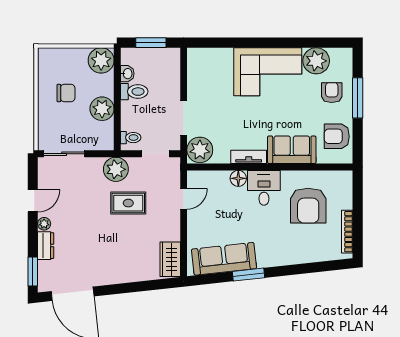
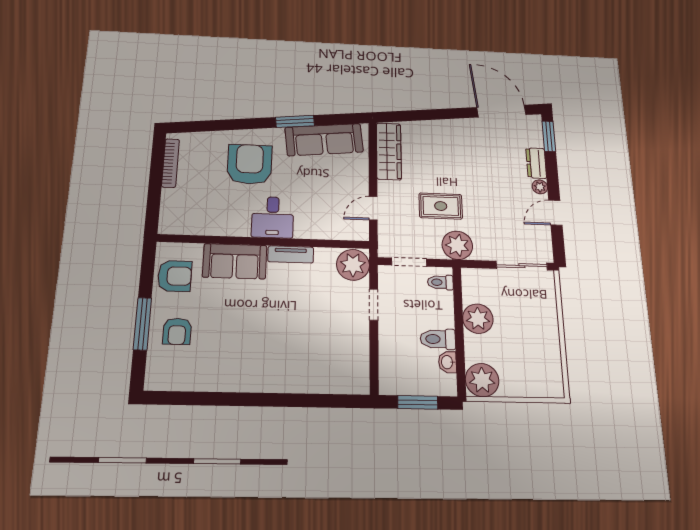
plant: (316, 61) -> (195, 374), removed
corner sofa: (268, 72) -> (262, 361), removed
chair: (66, 93) -> (525, 339), removed
doorway: (184, 118) -> (374, 305), width x0.73
floor lamp: (238, 178) -> (305, 229), removed
armchair: (308, 206) -> (250, 164), moved
wardrobe: (170, 259) -> (389, 151), width x1.50

